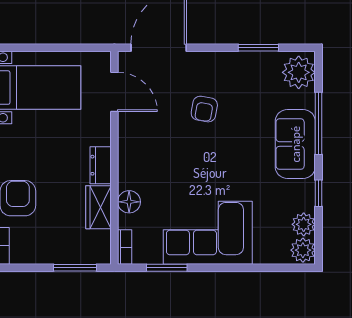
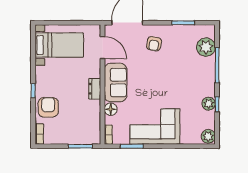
plant: (299, 72) -> (206, 47), moved
armchair: (204, 109) -> (154, 44), moved
sofa: (295, 144) -> (116, 82), moved, turned 180
wardrobe: (98, 207) -> (93, 112), removed
plant: (304, 224) -> (209, 104), moved

